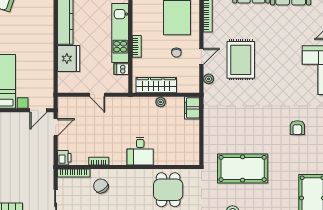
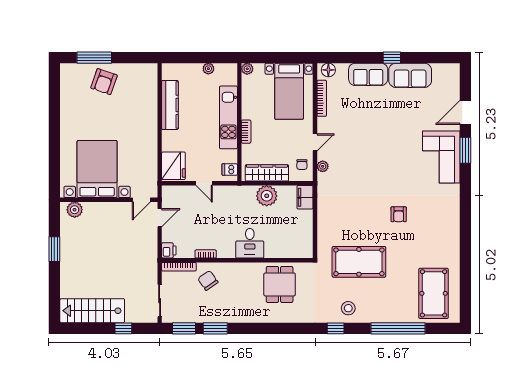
chair: (176, 53) -> (302, 165), moved
fridge: (69, 59) -> (173, 166), moved
rug: (241, 60) -> (357, 146), removed
dishwasher: (121, 69) -> (230, 169), moved
plant: (161, 102) -> (267, 196), width x1.87, depth x1.87
armchair: (297, 128) -> (399, 214), moved

